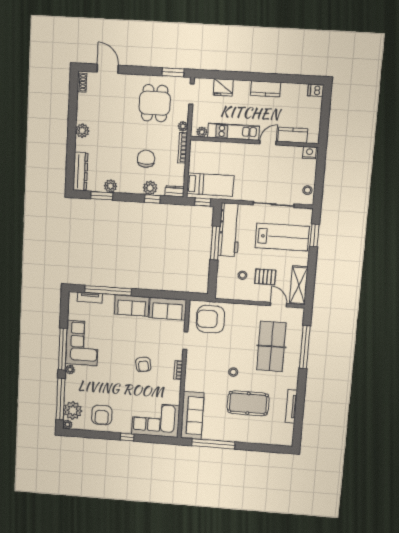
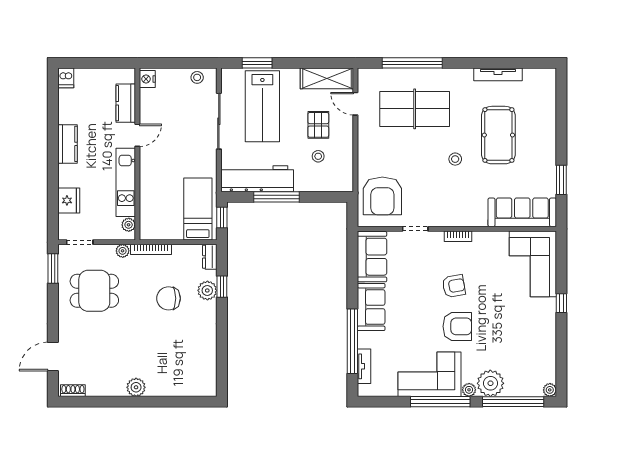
door: (268, 143) -> (137, 135), swing flipped
dresser: (80, 171) -> (191, 387), removed
plant: (111, 186) -> (208, 345), removed
window: (102, 196) -> (222, 356), removed
lab bench: (282, 237) -> (262, 106), turned 180
door: (279, 305) -> (355, 104), hinge flipped
plant: (73, 410) -> (490, 383), moved
armchair: (102, 415) -> (457, 326), moved
window: (213, 444) -> (561, 180), width x0.47

